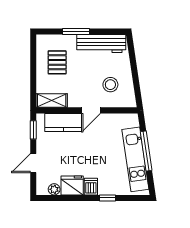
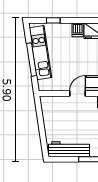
stool: (110, 85) -> (61, 115), removed
window: (107, 198) -> (53, 20), moved

